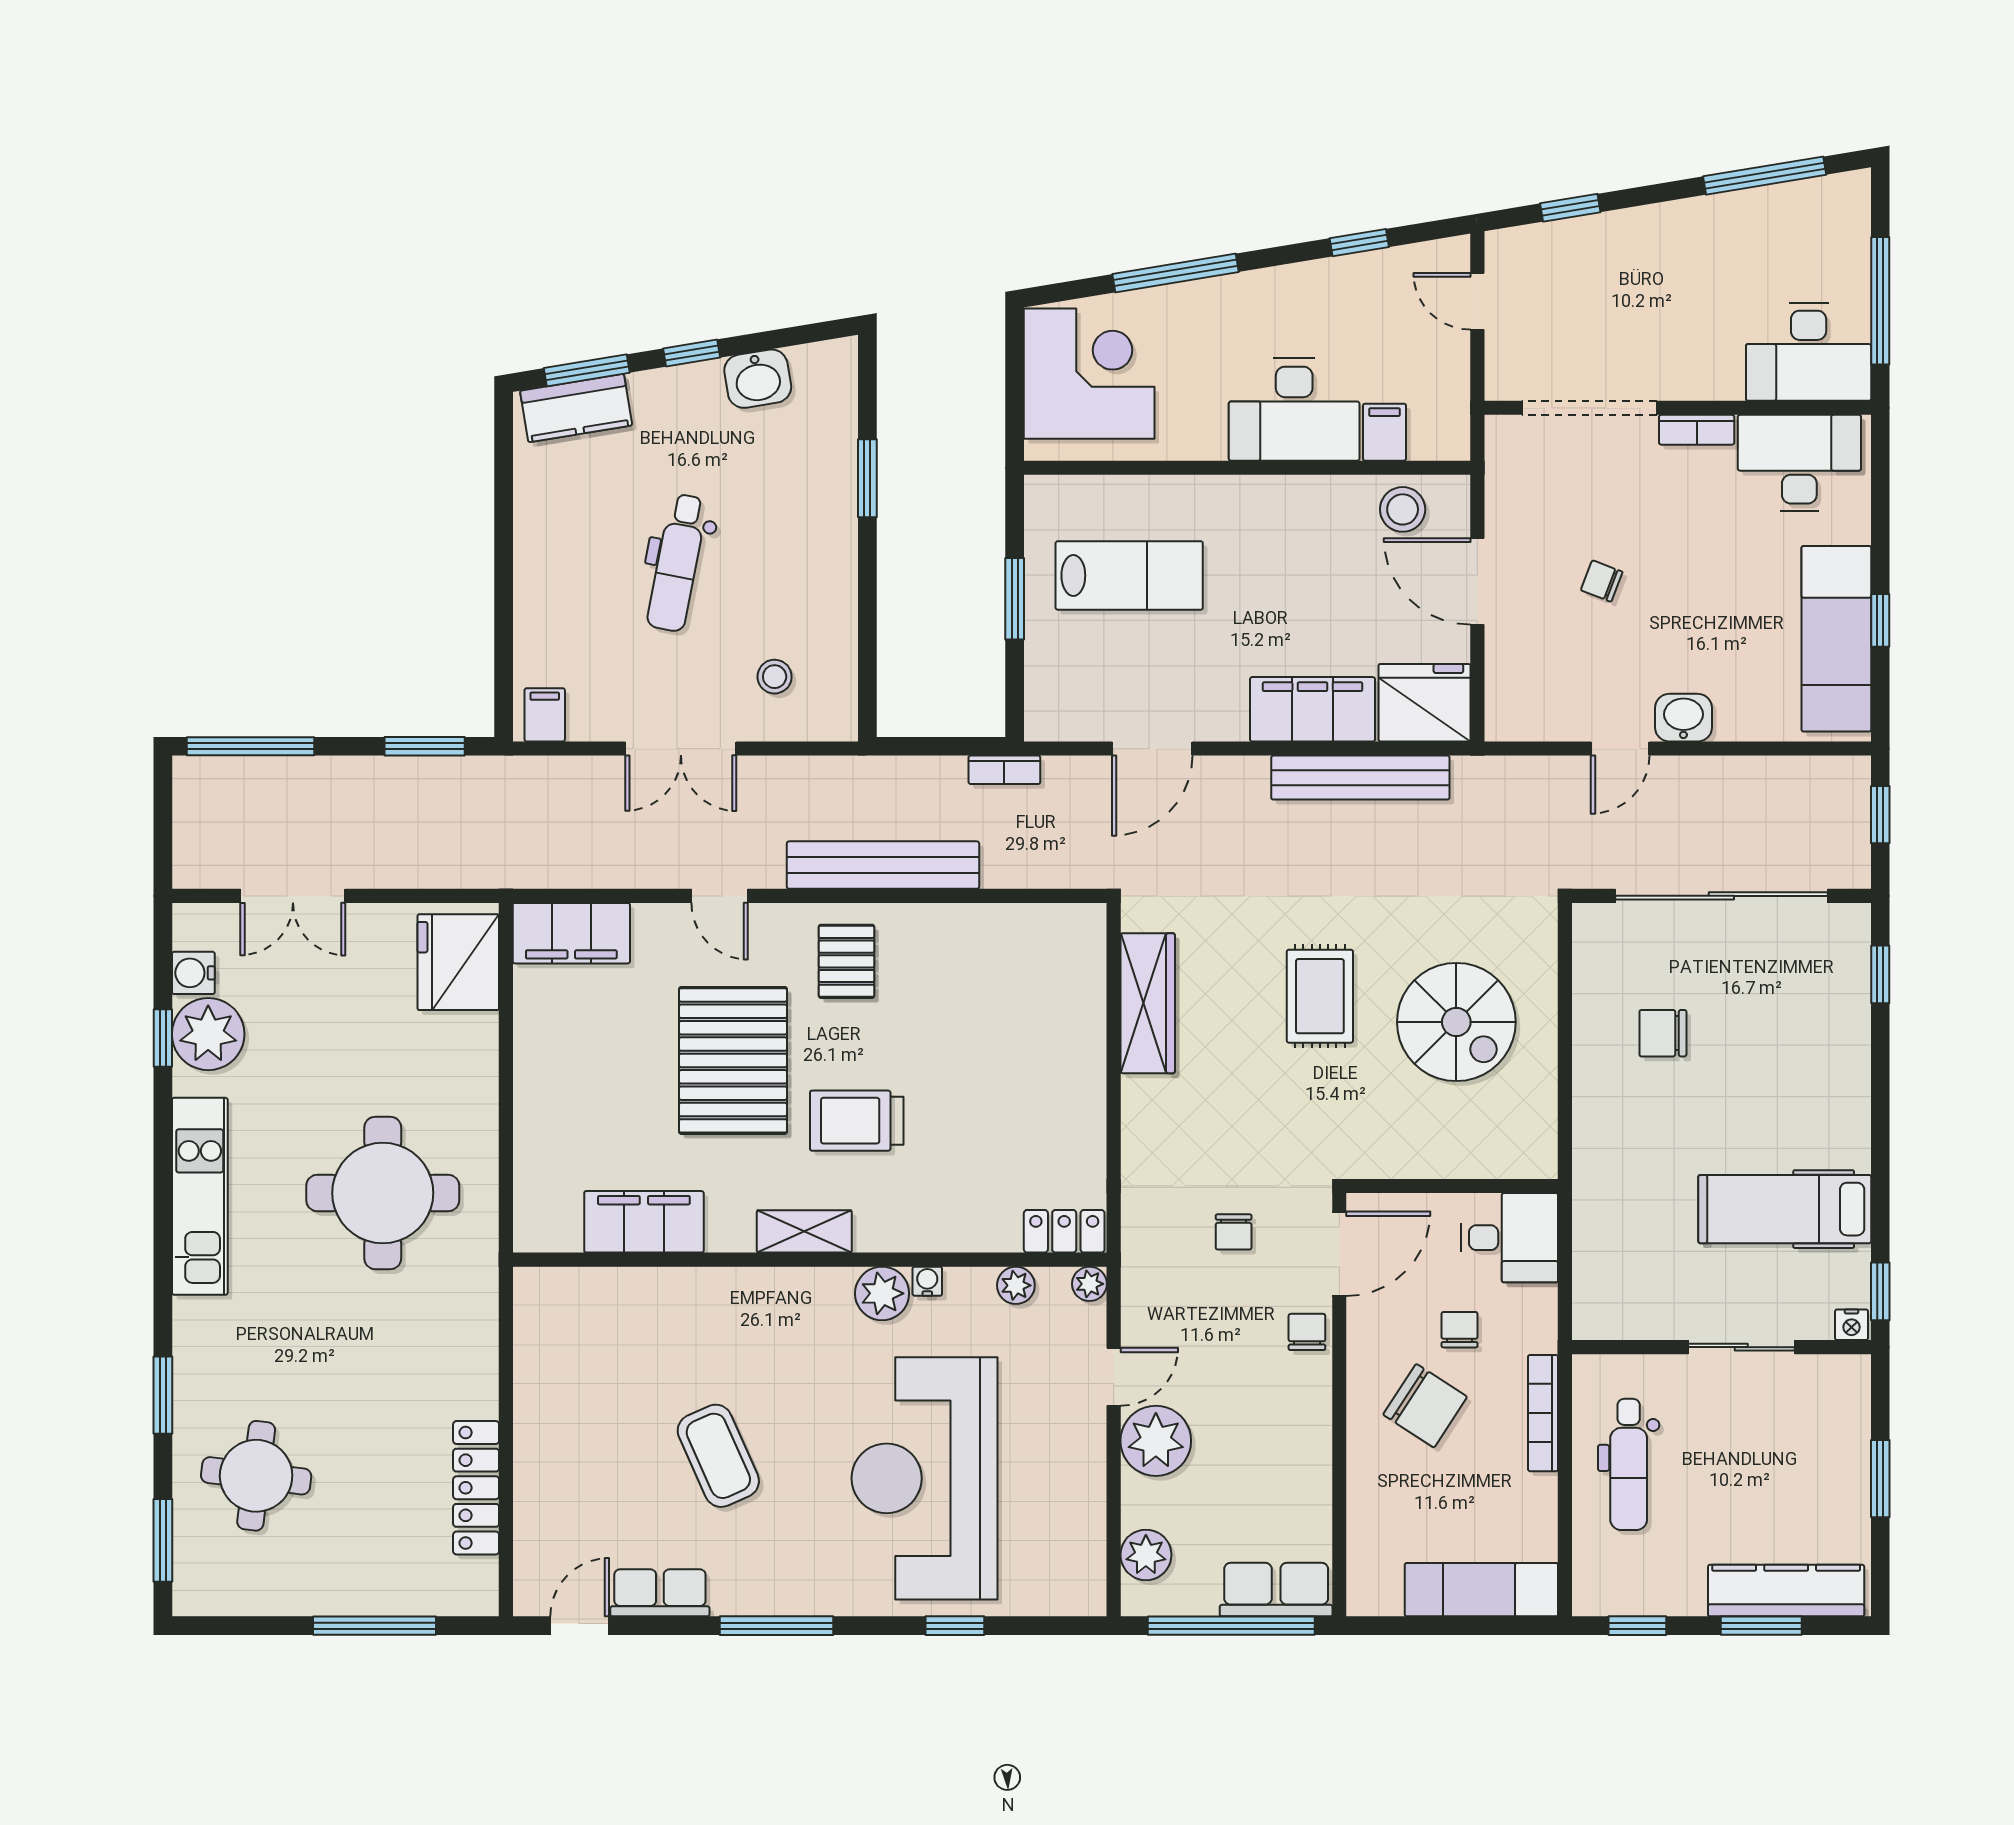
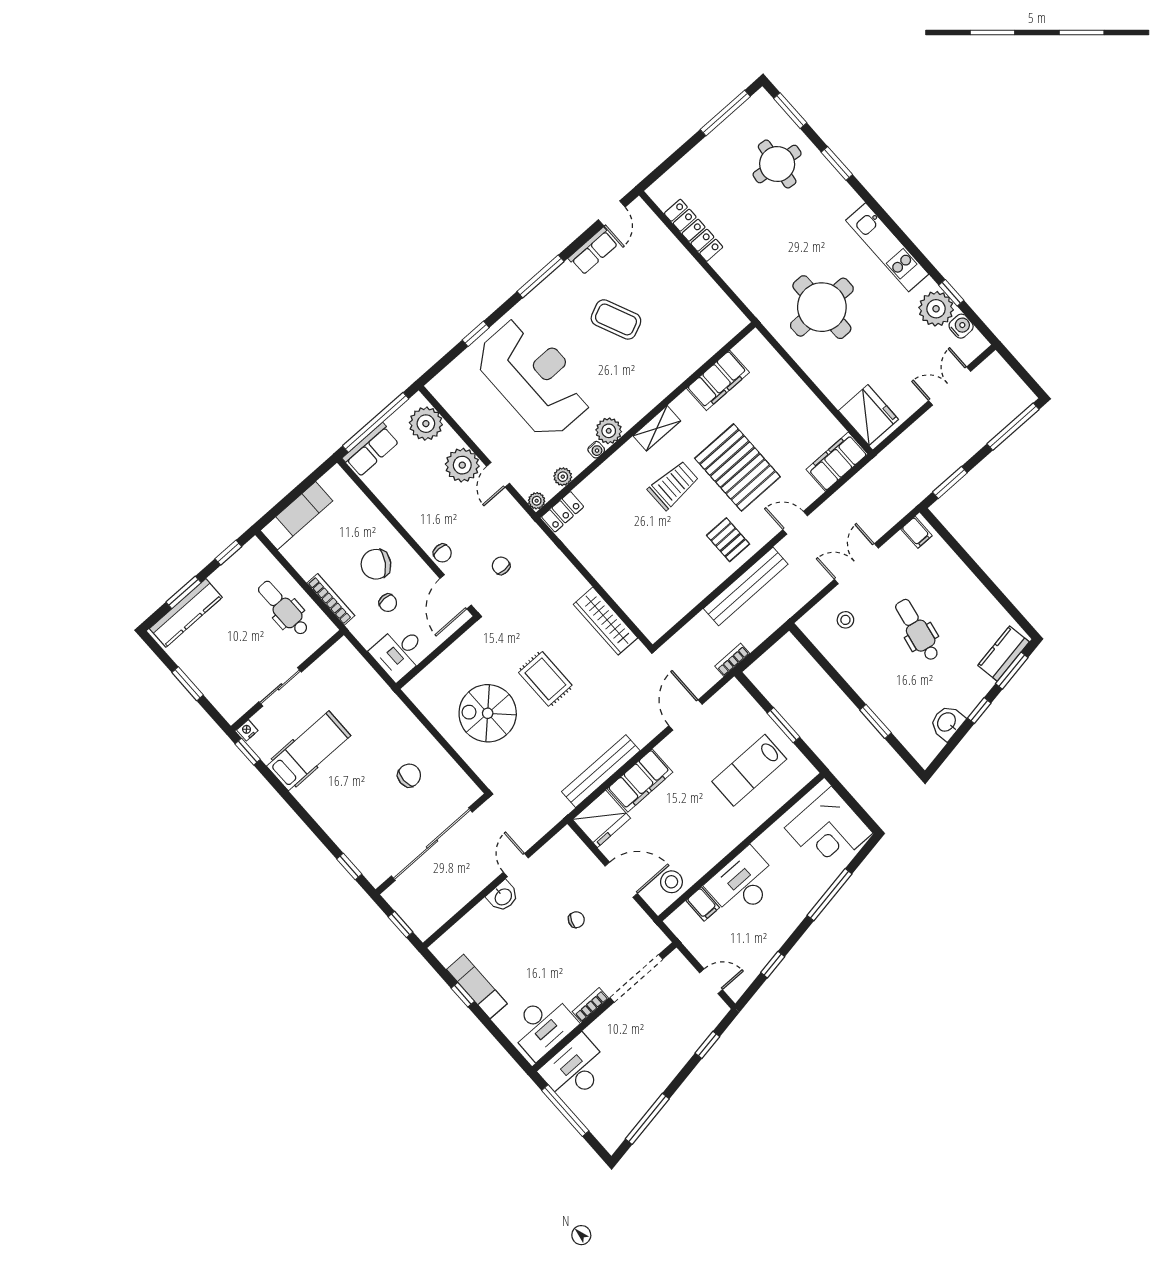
exam couch: (1836, 639) -> (477, 986), width x0.73, depth x0.69
plant: (1146, 1555) -> (426, 424), width x1.36, depth x1.36
window: (374, 1626) -> (725, 113), moved

